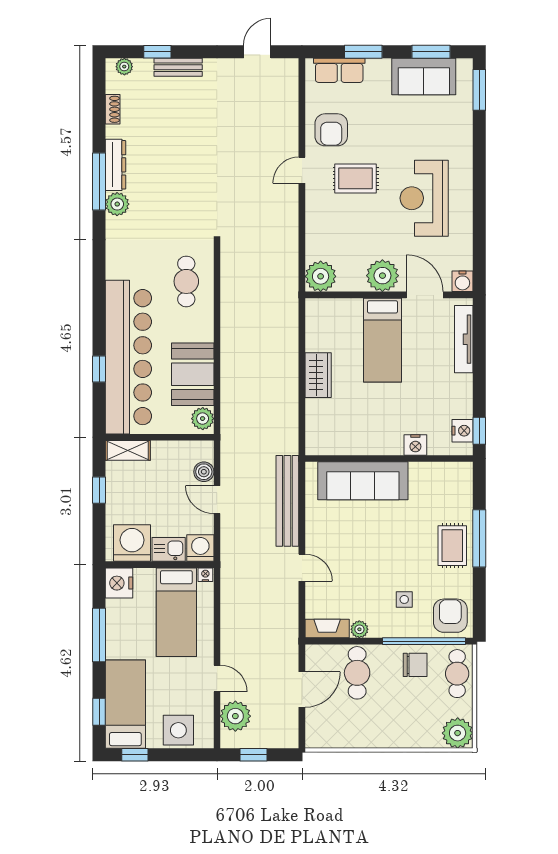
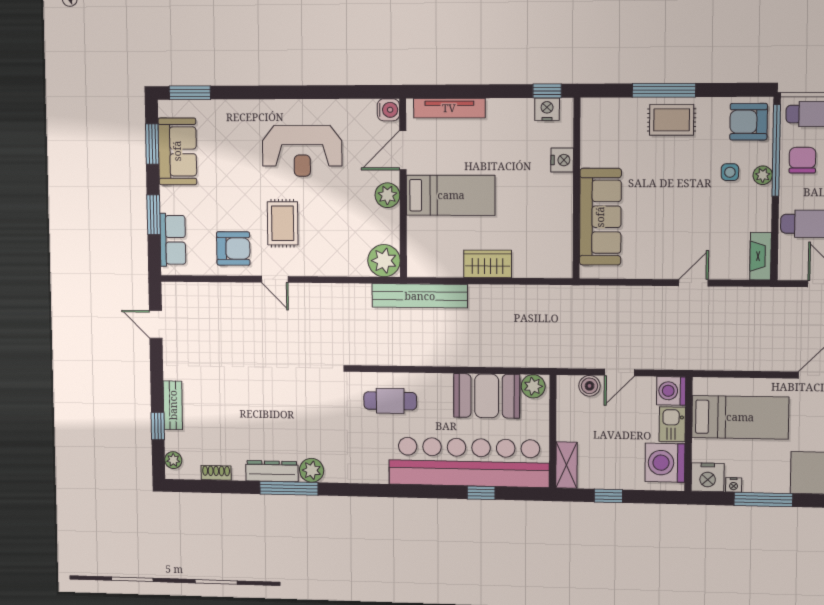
plant: (382, 276) -> (387, 195), width x0.73, depth x0.73
bench: (287, 501) -> (420, 296), moved
nightstand: (205, 575) -> (734, 485), moved, turned -90
plant: (359, 629) -> (763, 175), moved

